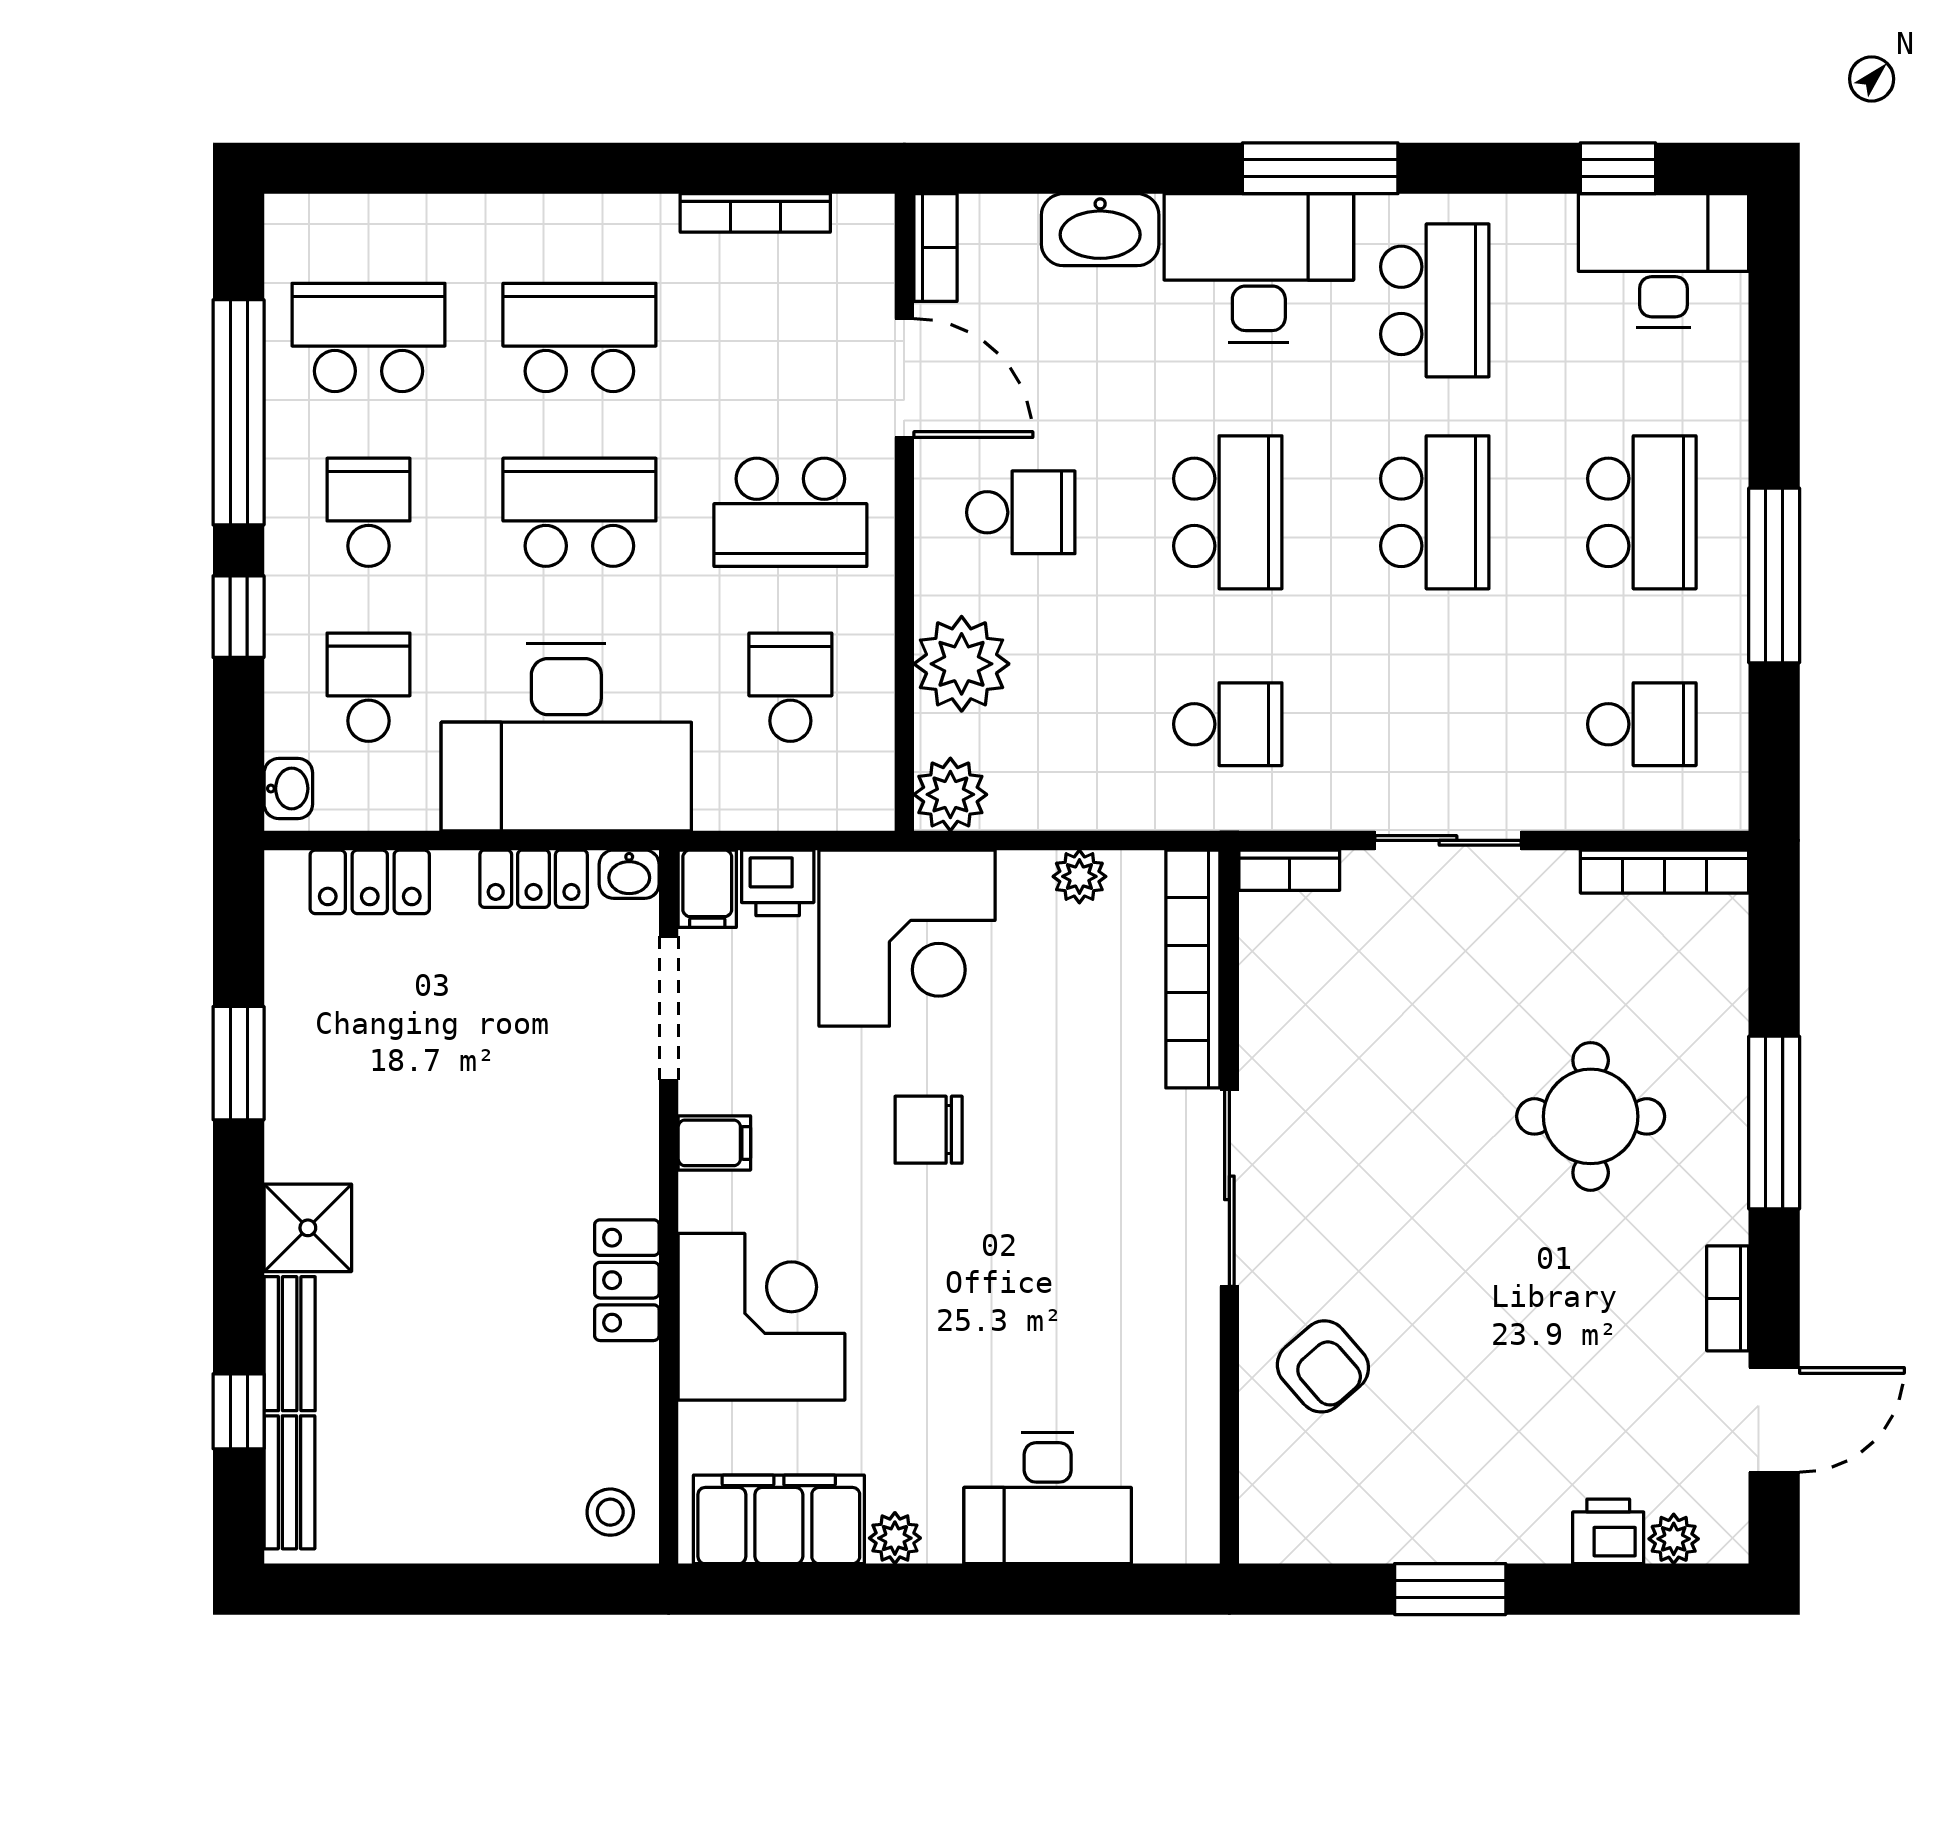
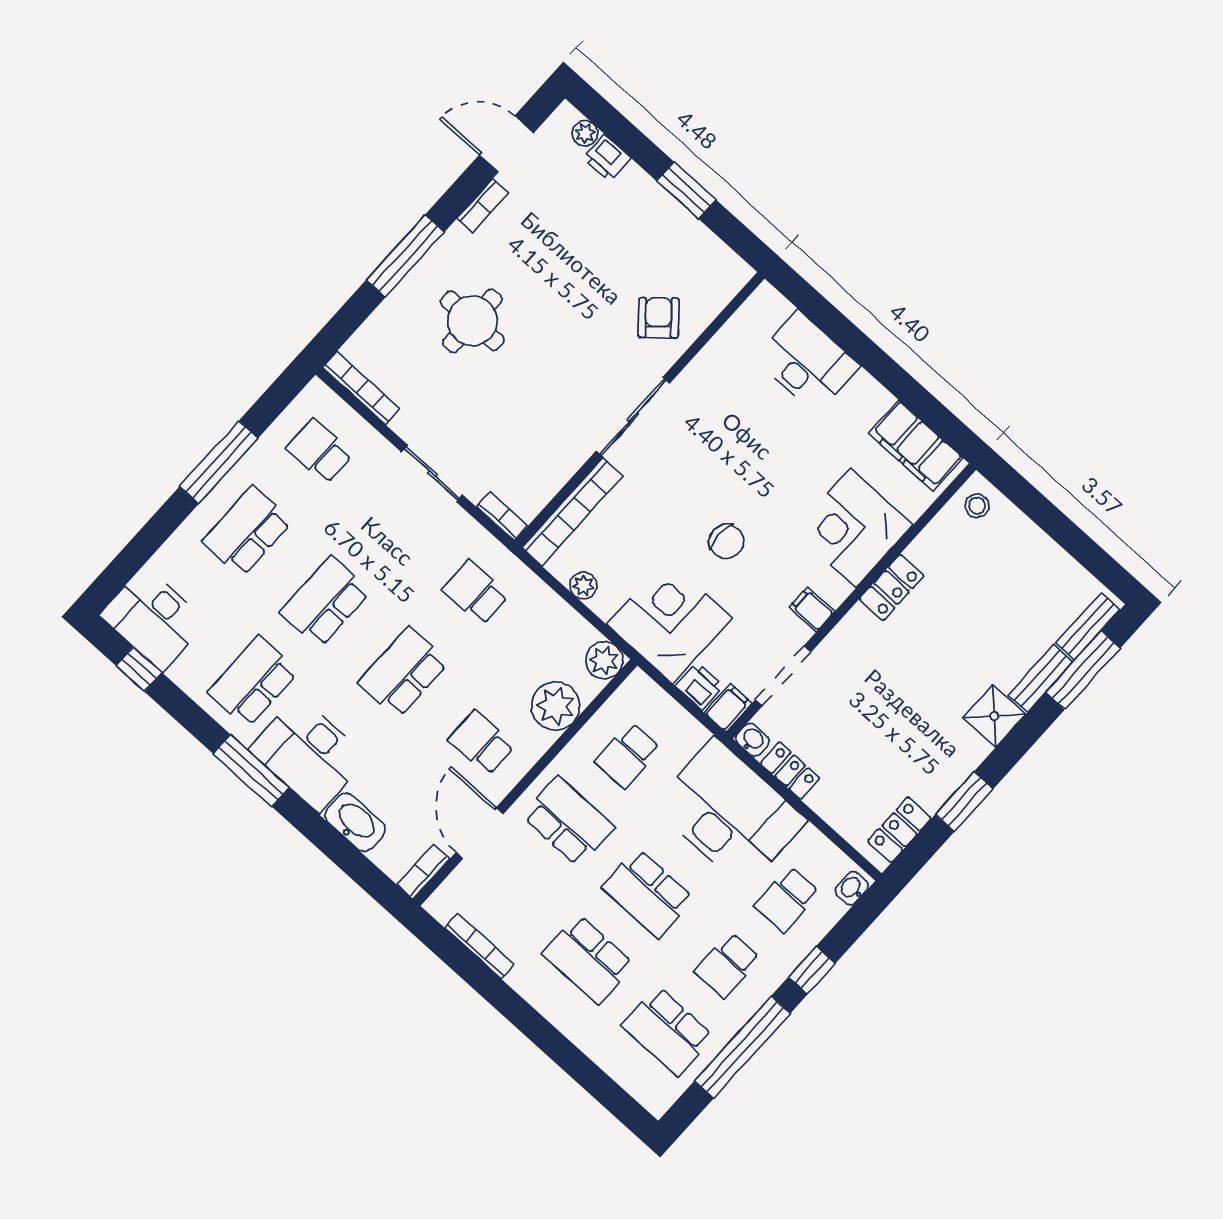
locker: (370, 882) -> (899, 830), moved, turned -90
window: (239, 1411) -> (1083, 670), width x2.17
plant: (895, 1538) -> (878, 399), removed

